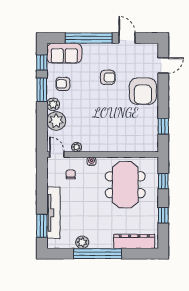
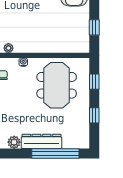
dresser: (134, 241) -> (41, 141), moved
window: (98, 254) -> (55, 153), moved

